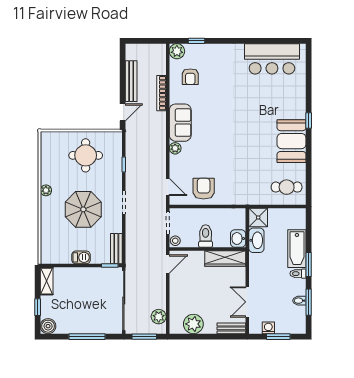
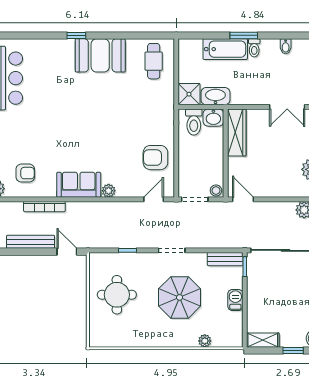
plant: (46, 190) -> (205, 341), moved
toilet: (206, 236) -> (194, 122), moved, turned -90
window: (309, 302) -> (287, 35), removed

